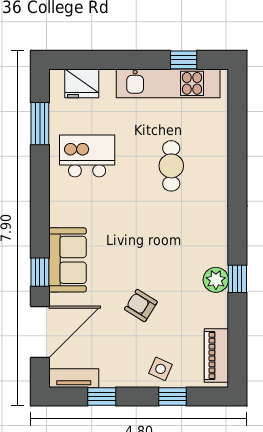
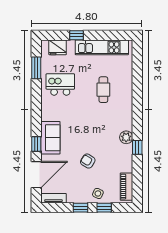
window: (184, 60) -> (76, 35), moved
plant: (216, 280) -> (126, 137), moved
window: (102, 397) -> (80, 208), moved

